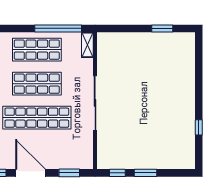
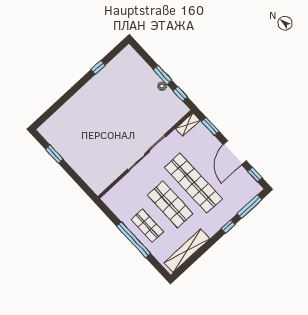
window: (58, 28) -> (134, 240), moved
shelving: (87, 45) -> (188, 124), moved
shop shelf: (37, 50) -> (147, 226), width x0.70, depth x0.74
plant: (137, 164) -> (162, 86), added

